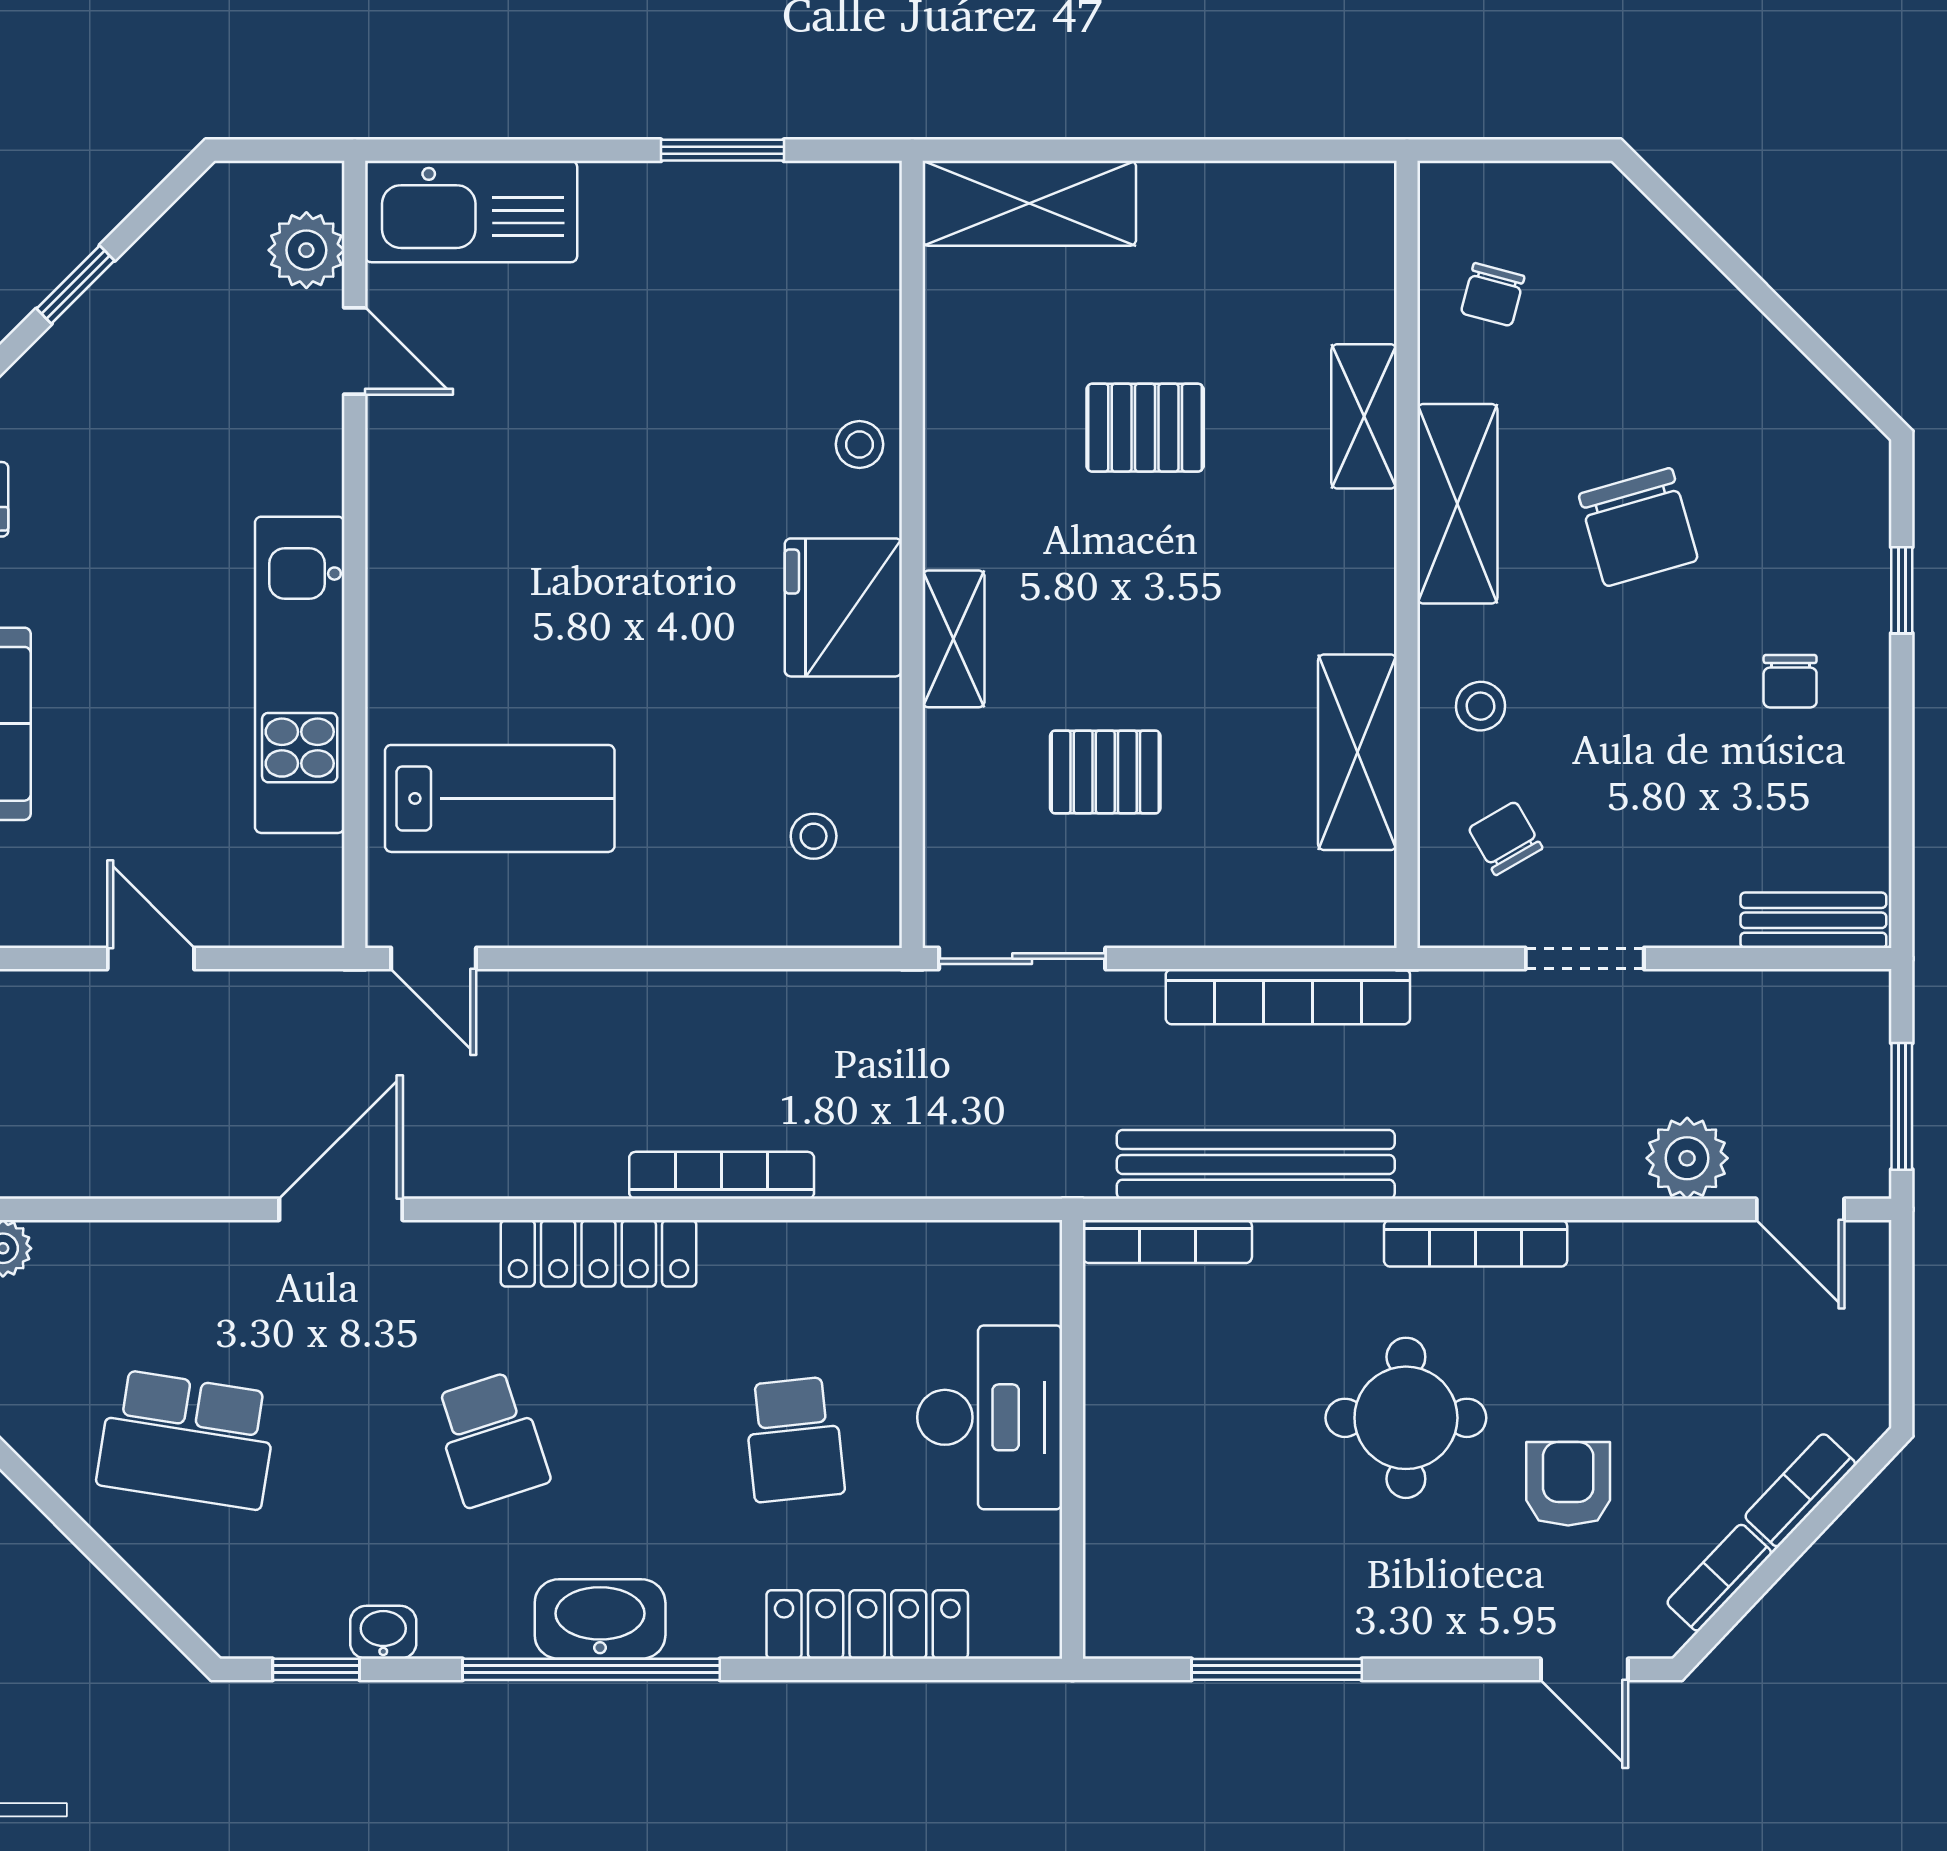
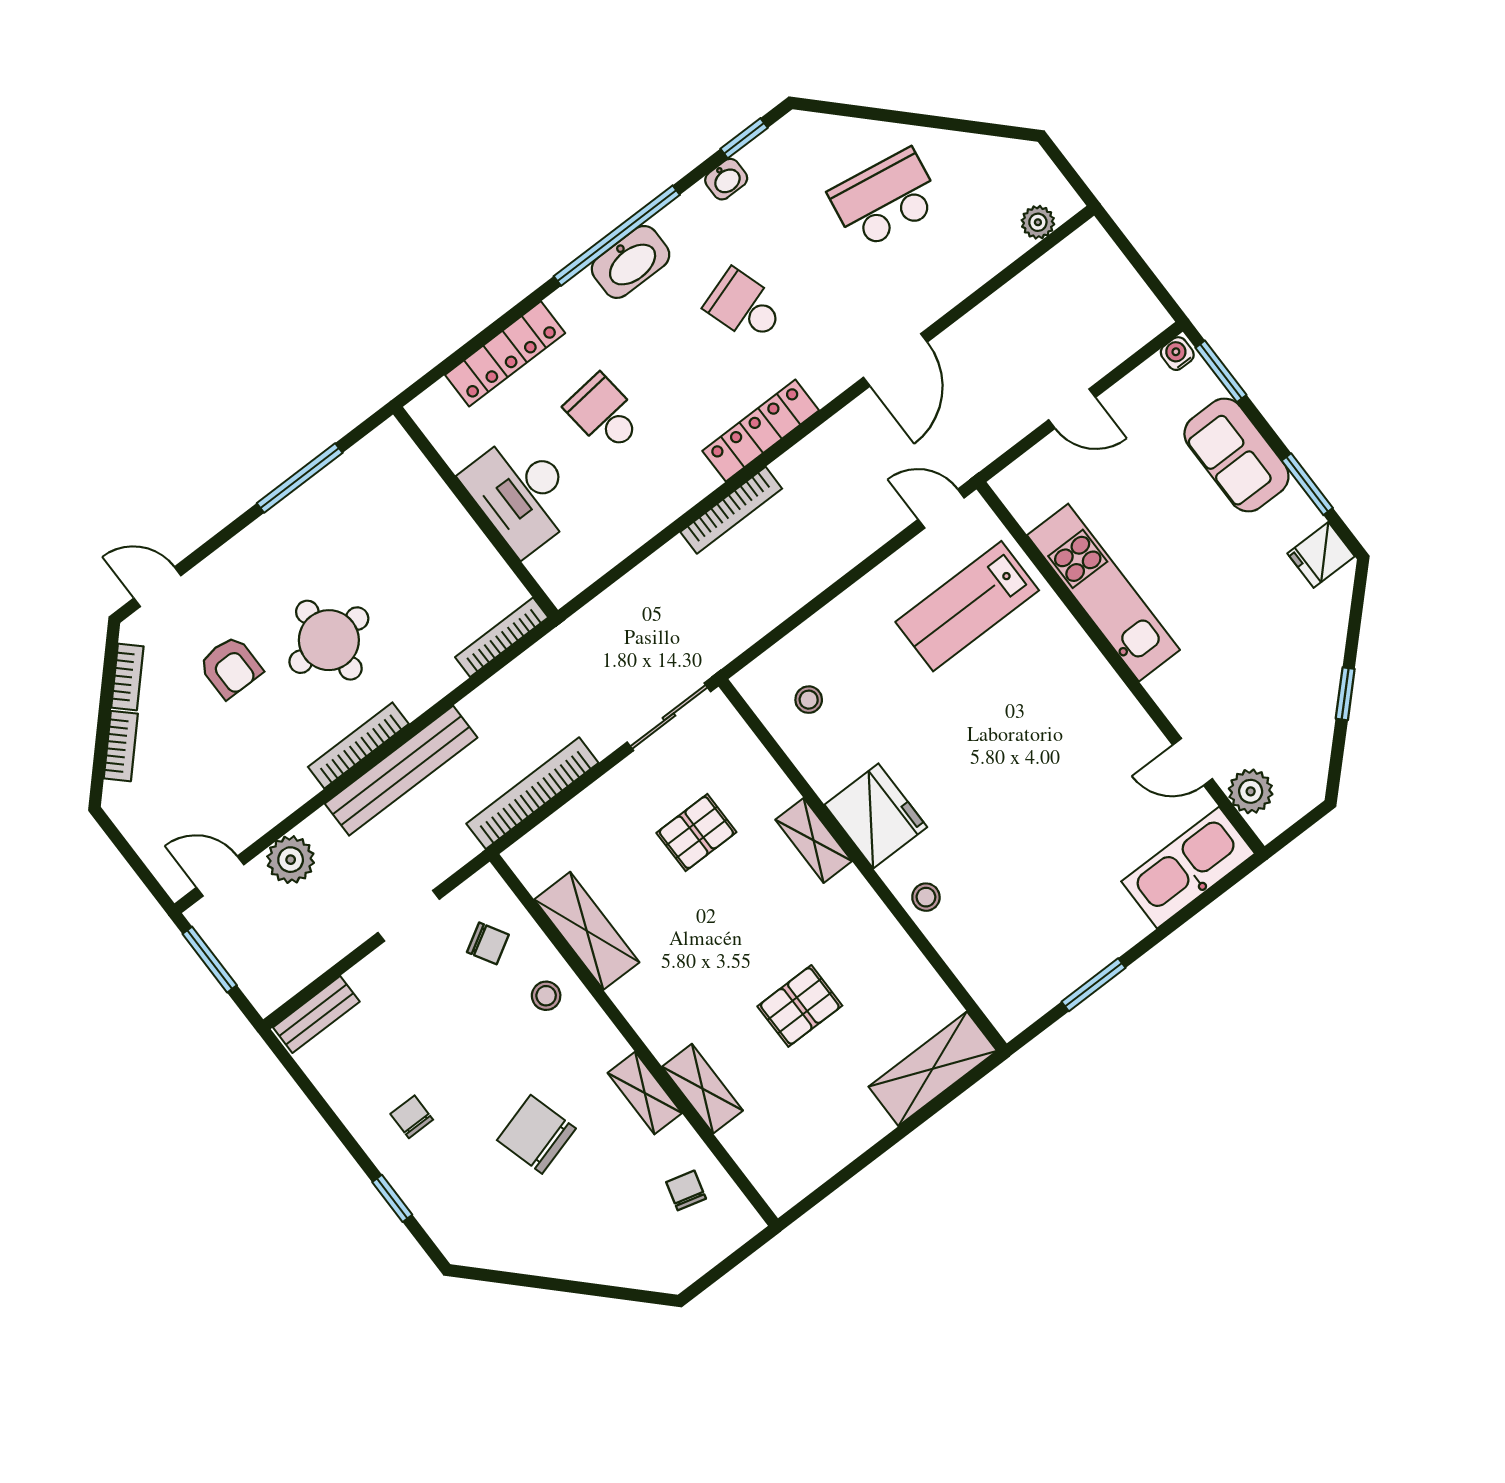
shelving: (1457, 504) -> (645, 1093), width x0.67, depth x0.75
bench: (1256, 1164) -> (401, 771), moved

